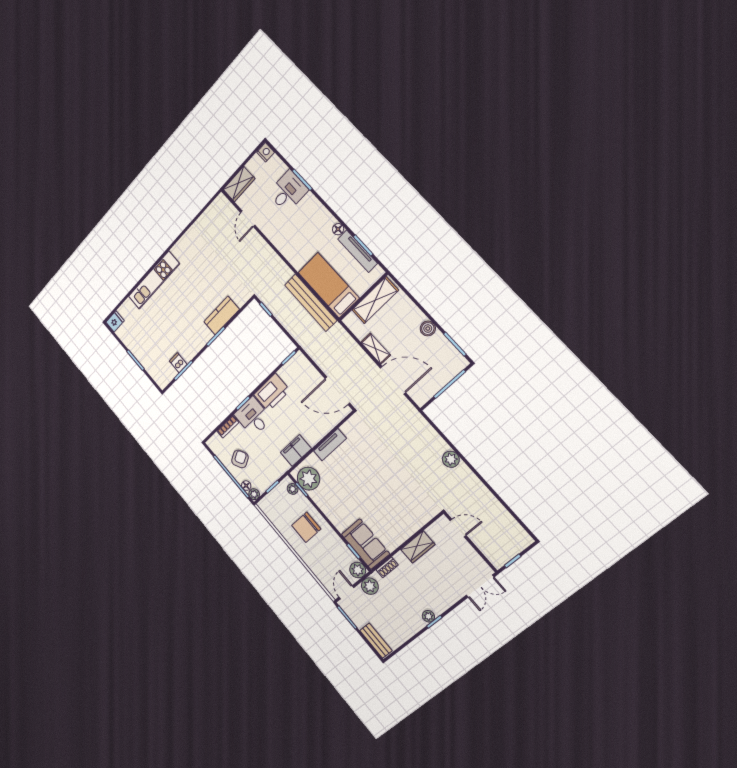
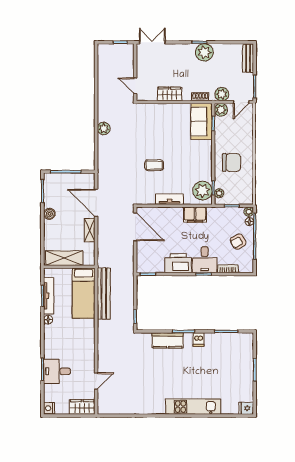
dishwasher: (178, 363) -> (199, 340), moved
coffee table: (372, 465) -> (154, 165), added
plant: (428, 616) -> (204, 52), width x1.88, depth x1.88

